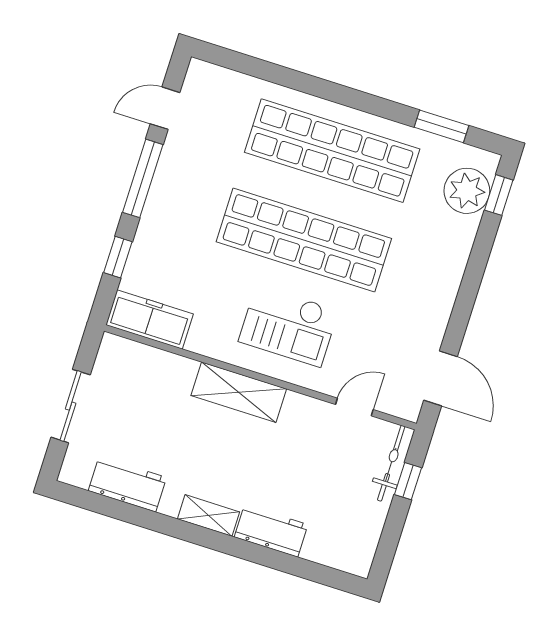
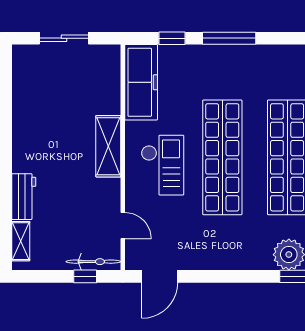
door: (165, 108) -> (280, 38), removed
freezer: (150, 319) -> (141, 82), width x1.36, depth x1.26
checkout: (288, 326) -> (163, 165), turned 180
workbench: (127, 484) -> (24, 92), removed
shelving: (209, 515) -> (21, 241), moved

